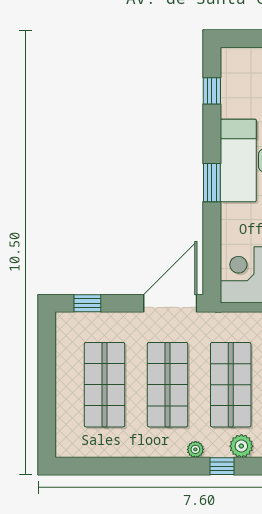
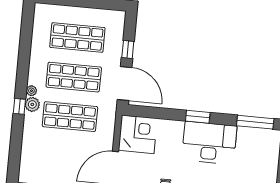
window: (212, 91) -> (255, 122), width x2.17
window: (87, 303) -> (128, 49), moved
plant: (241, 446) -> (32, 104), moved

